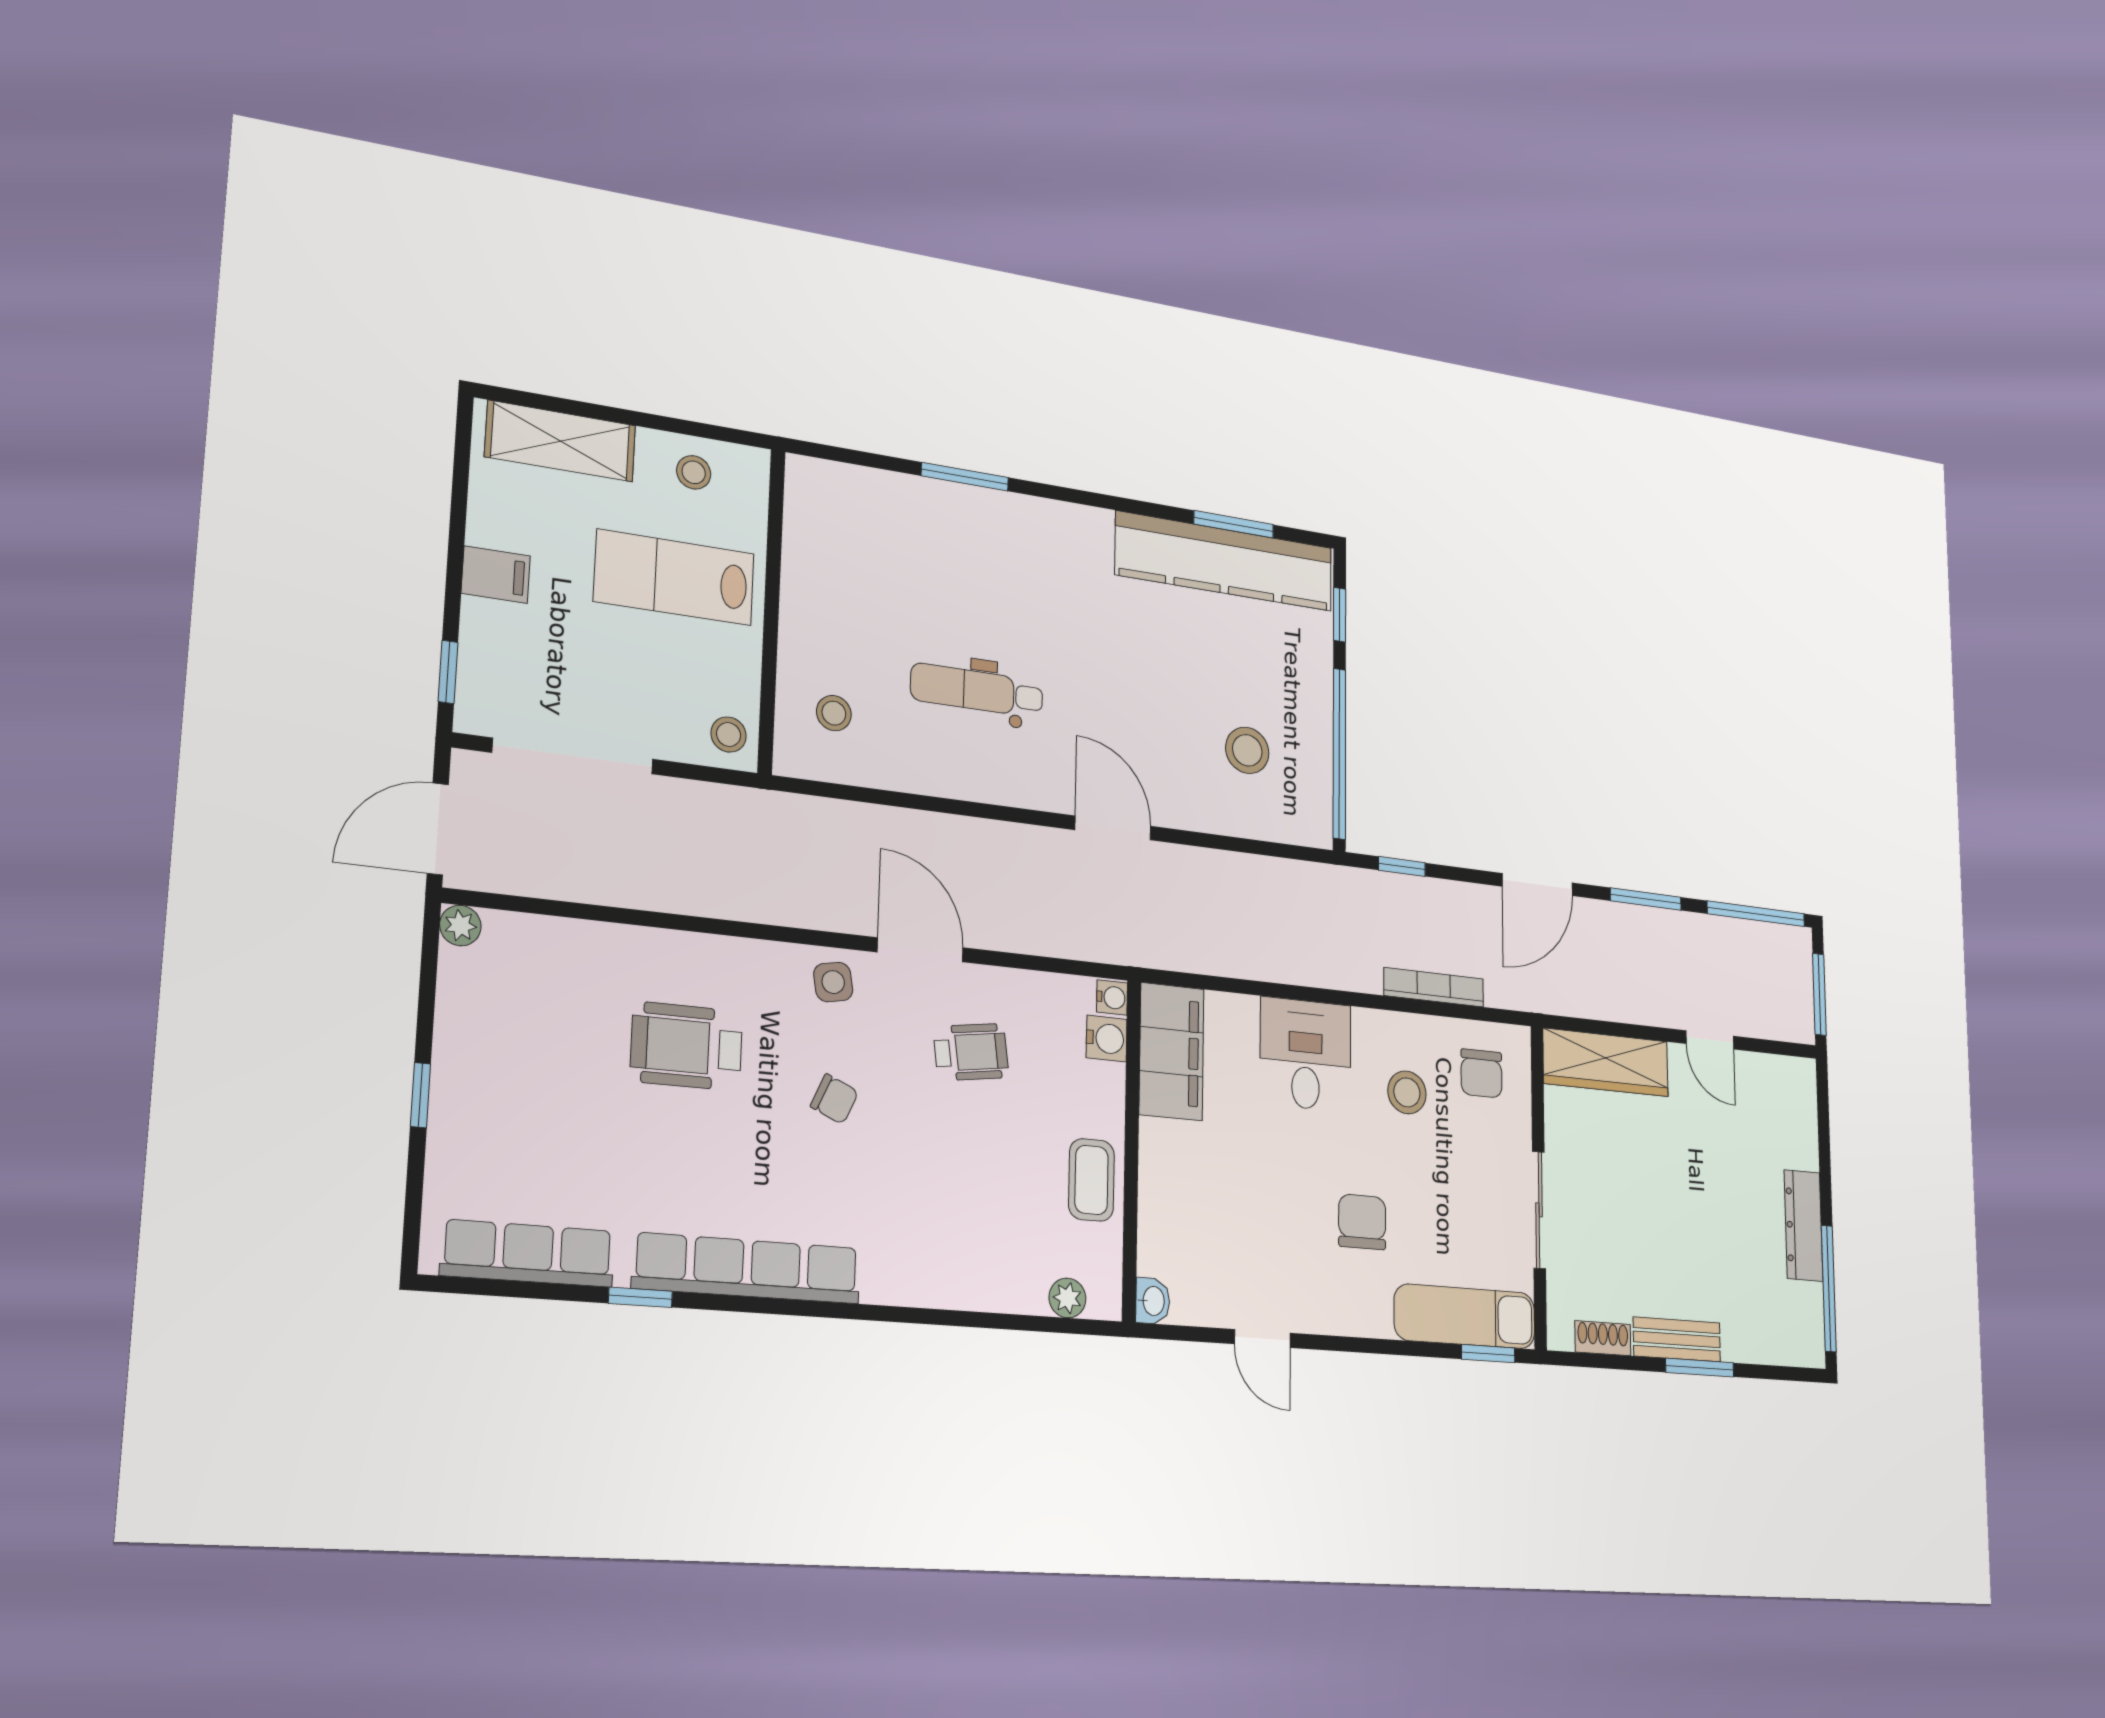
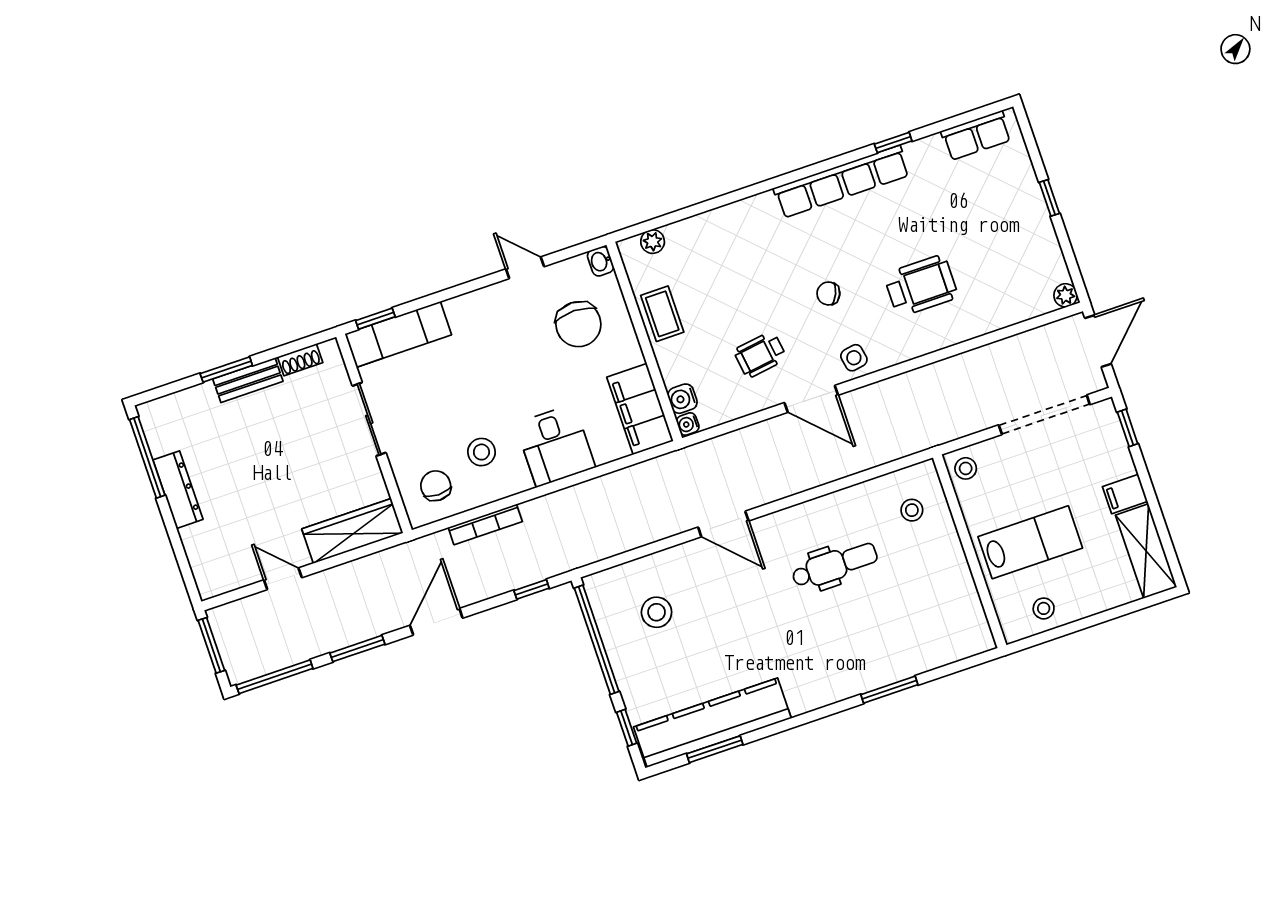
shelving: (560, 441) -> (1146, 551), moved, turned 90
chair: (1362, 1222) -> (578, 324), moved, width x1.37, depth x1.37
row of seats: (528, 1253) -> (976, 135), width x0.68

